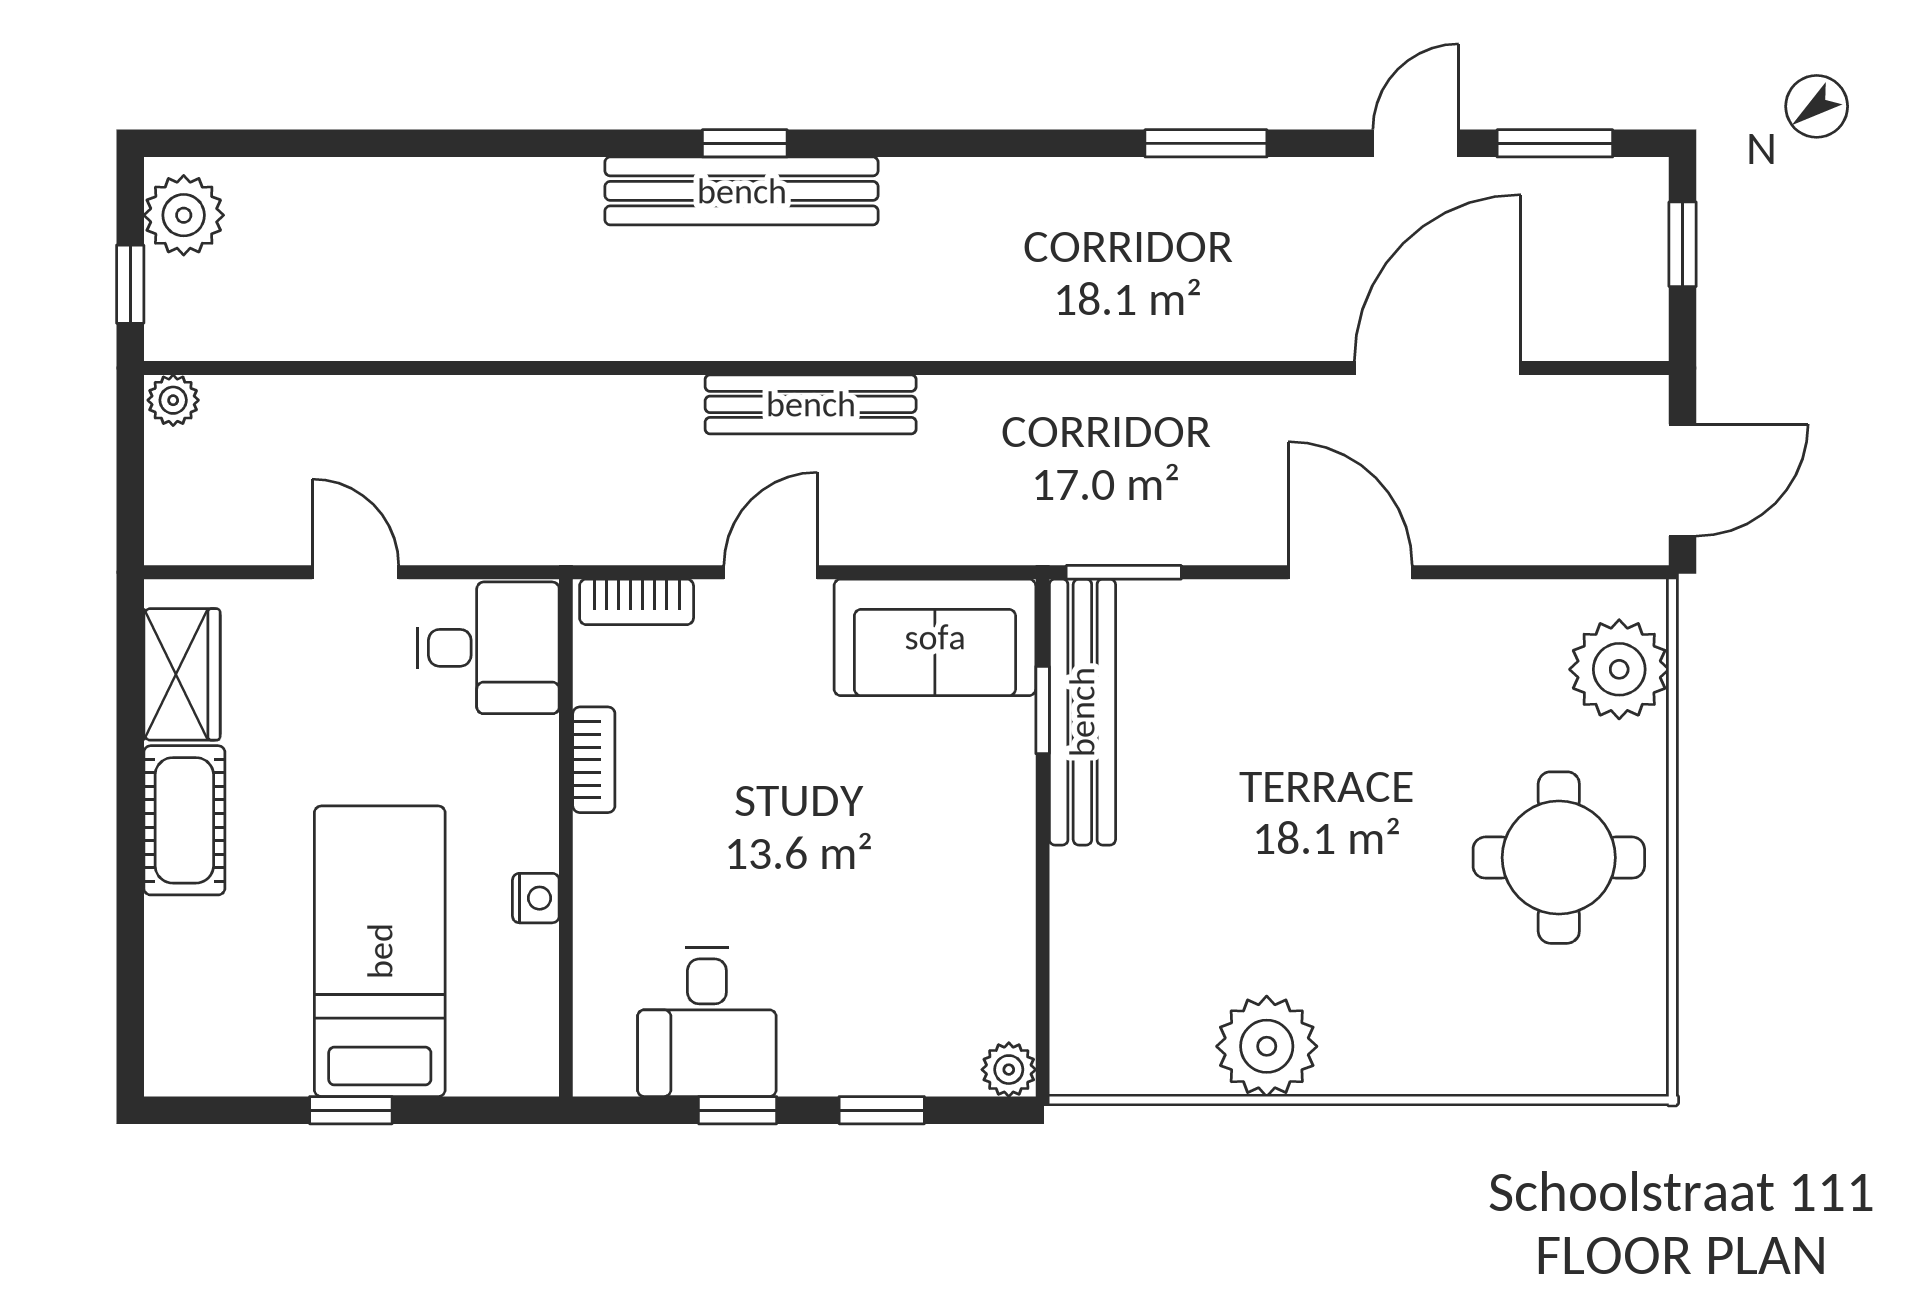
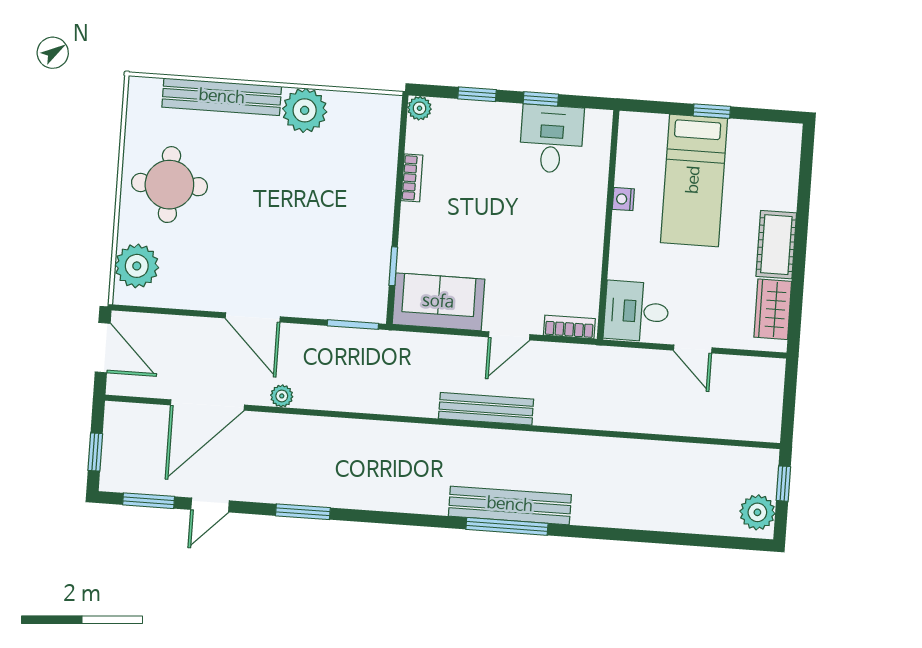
window: (745, 143) -> (507, 526), width x2.17
plant: (173, 400) -> (282, 396), moved
door: (1683, 480) -> (103, 348), swing flipped
bench: (1082, 712) -> (222, 97), moved, turned 90
bookcase: (594, 760) -> (412, 178), moved, turned 180

